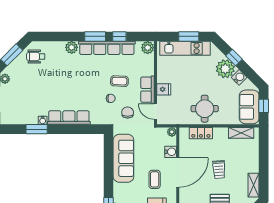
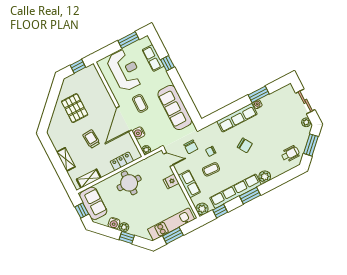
window: (119, 36) -> (220, 211), moved
plant: (225, 69) -> (124, 227), width x0.53, depth x0.53
chair: (75, 87) -> (245, 145), added
row of seats: (147, 90) -> (189, 184), moved
shelving: (254, 185) -> (66, 159), moved

